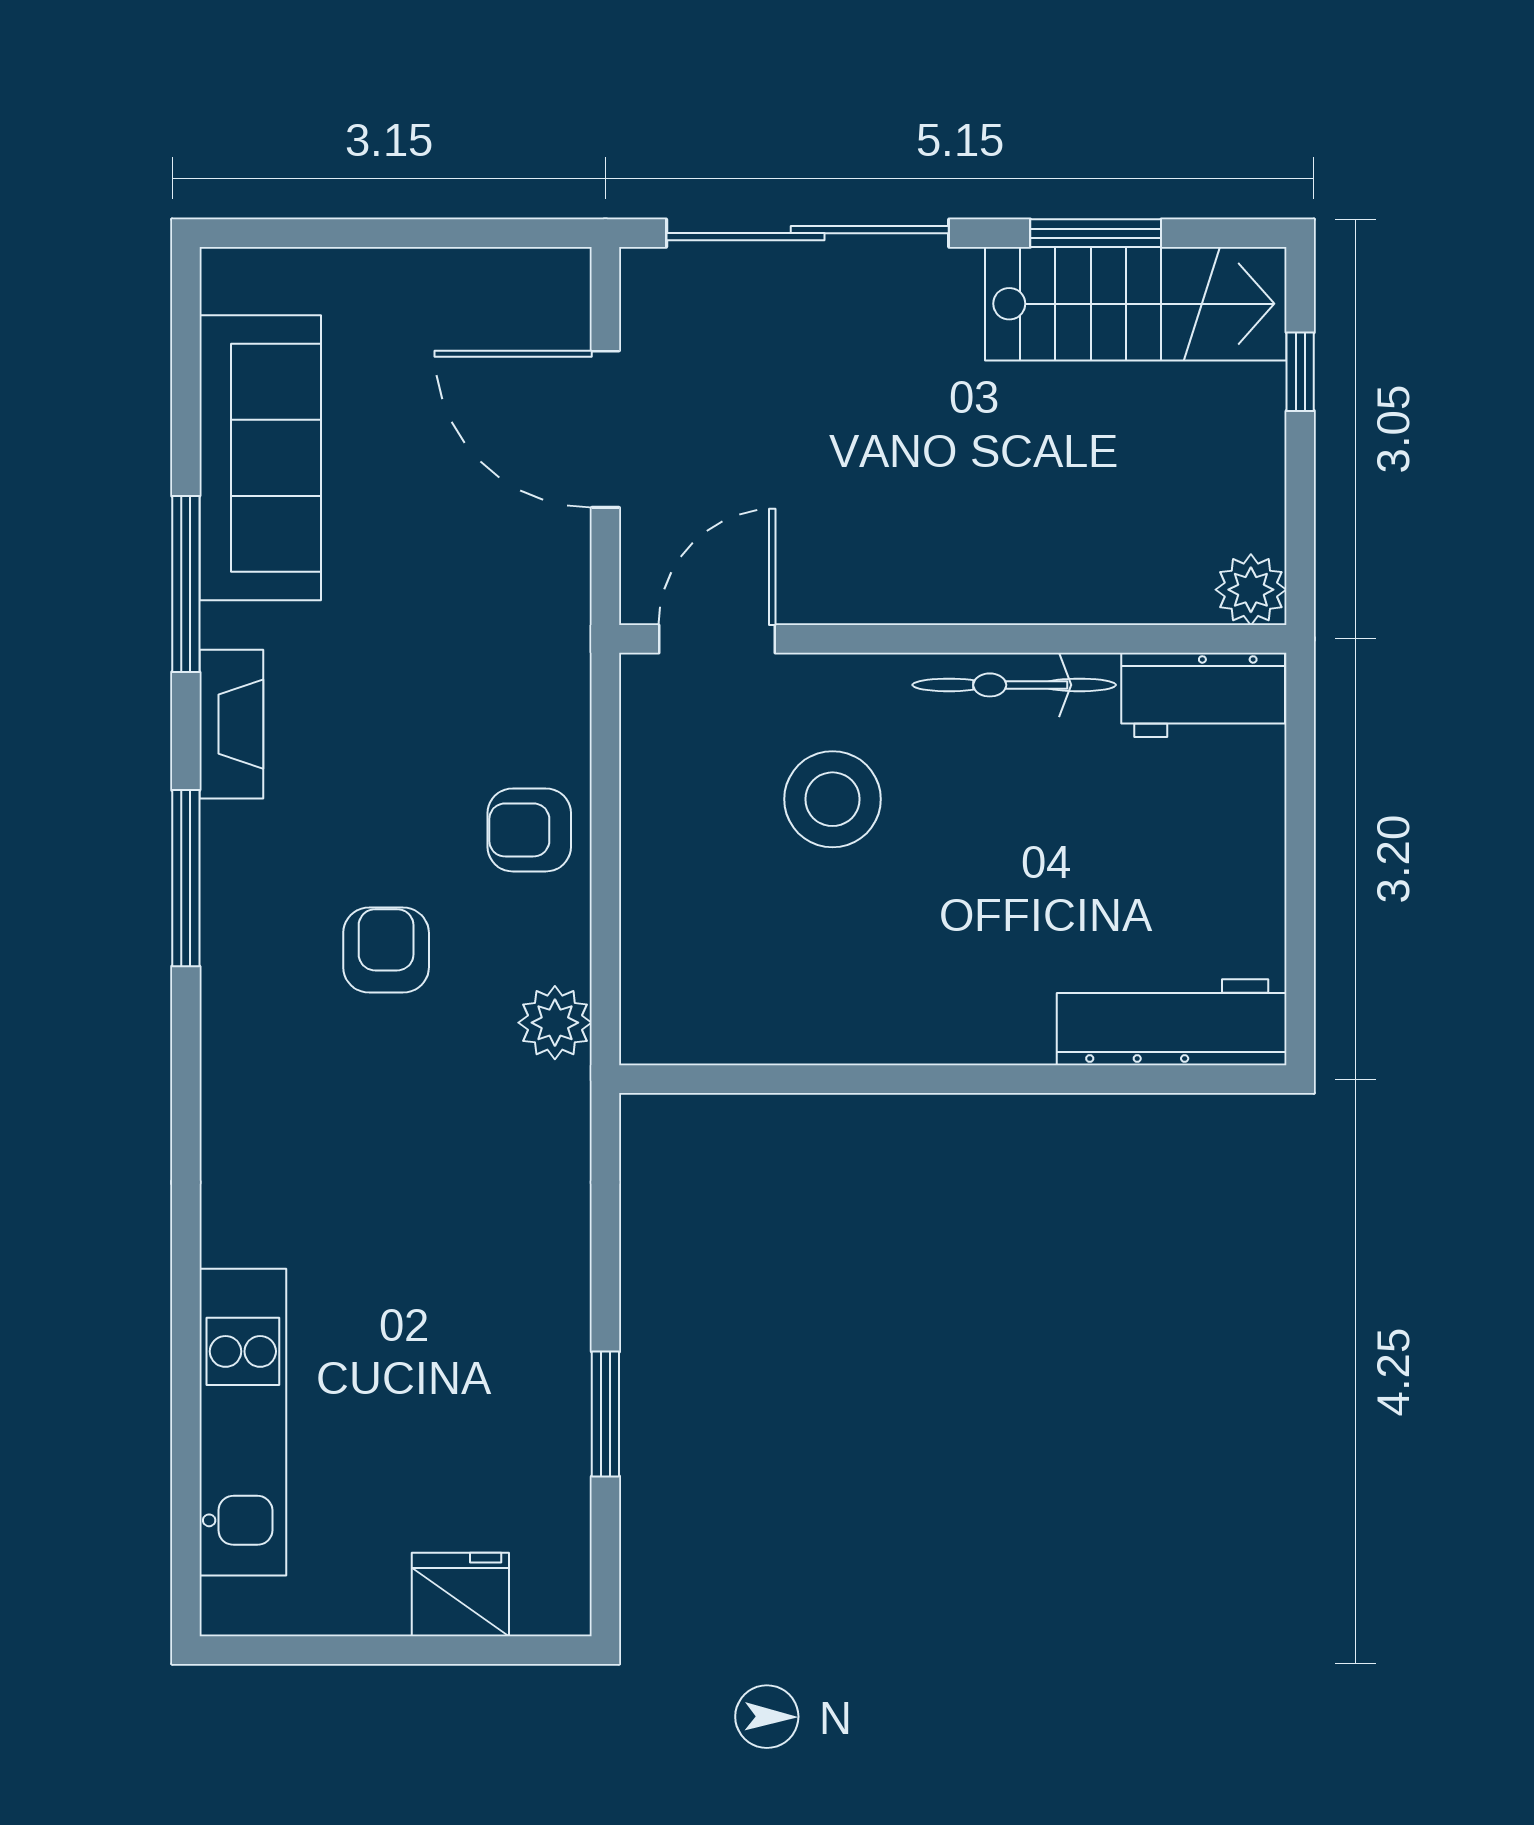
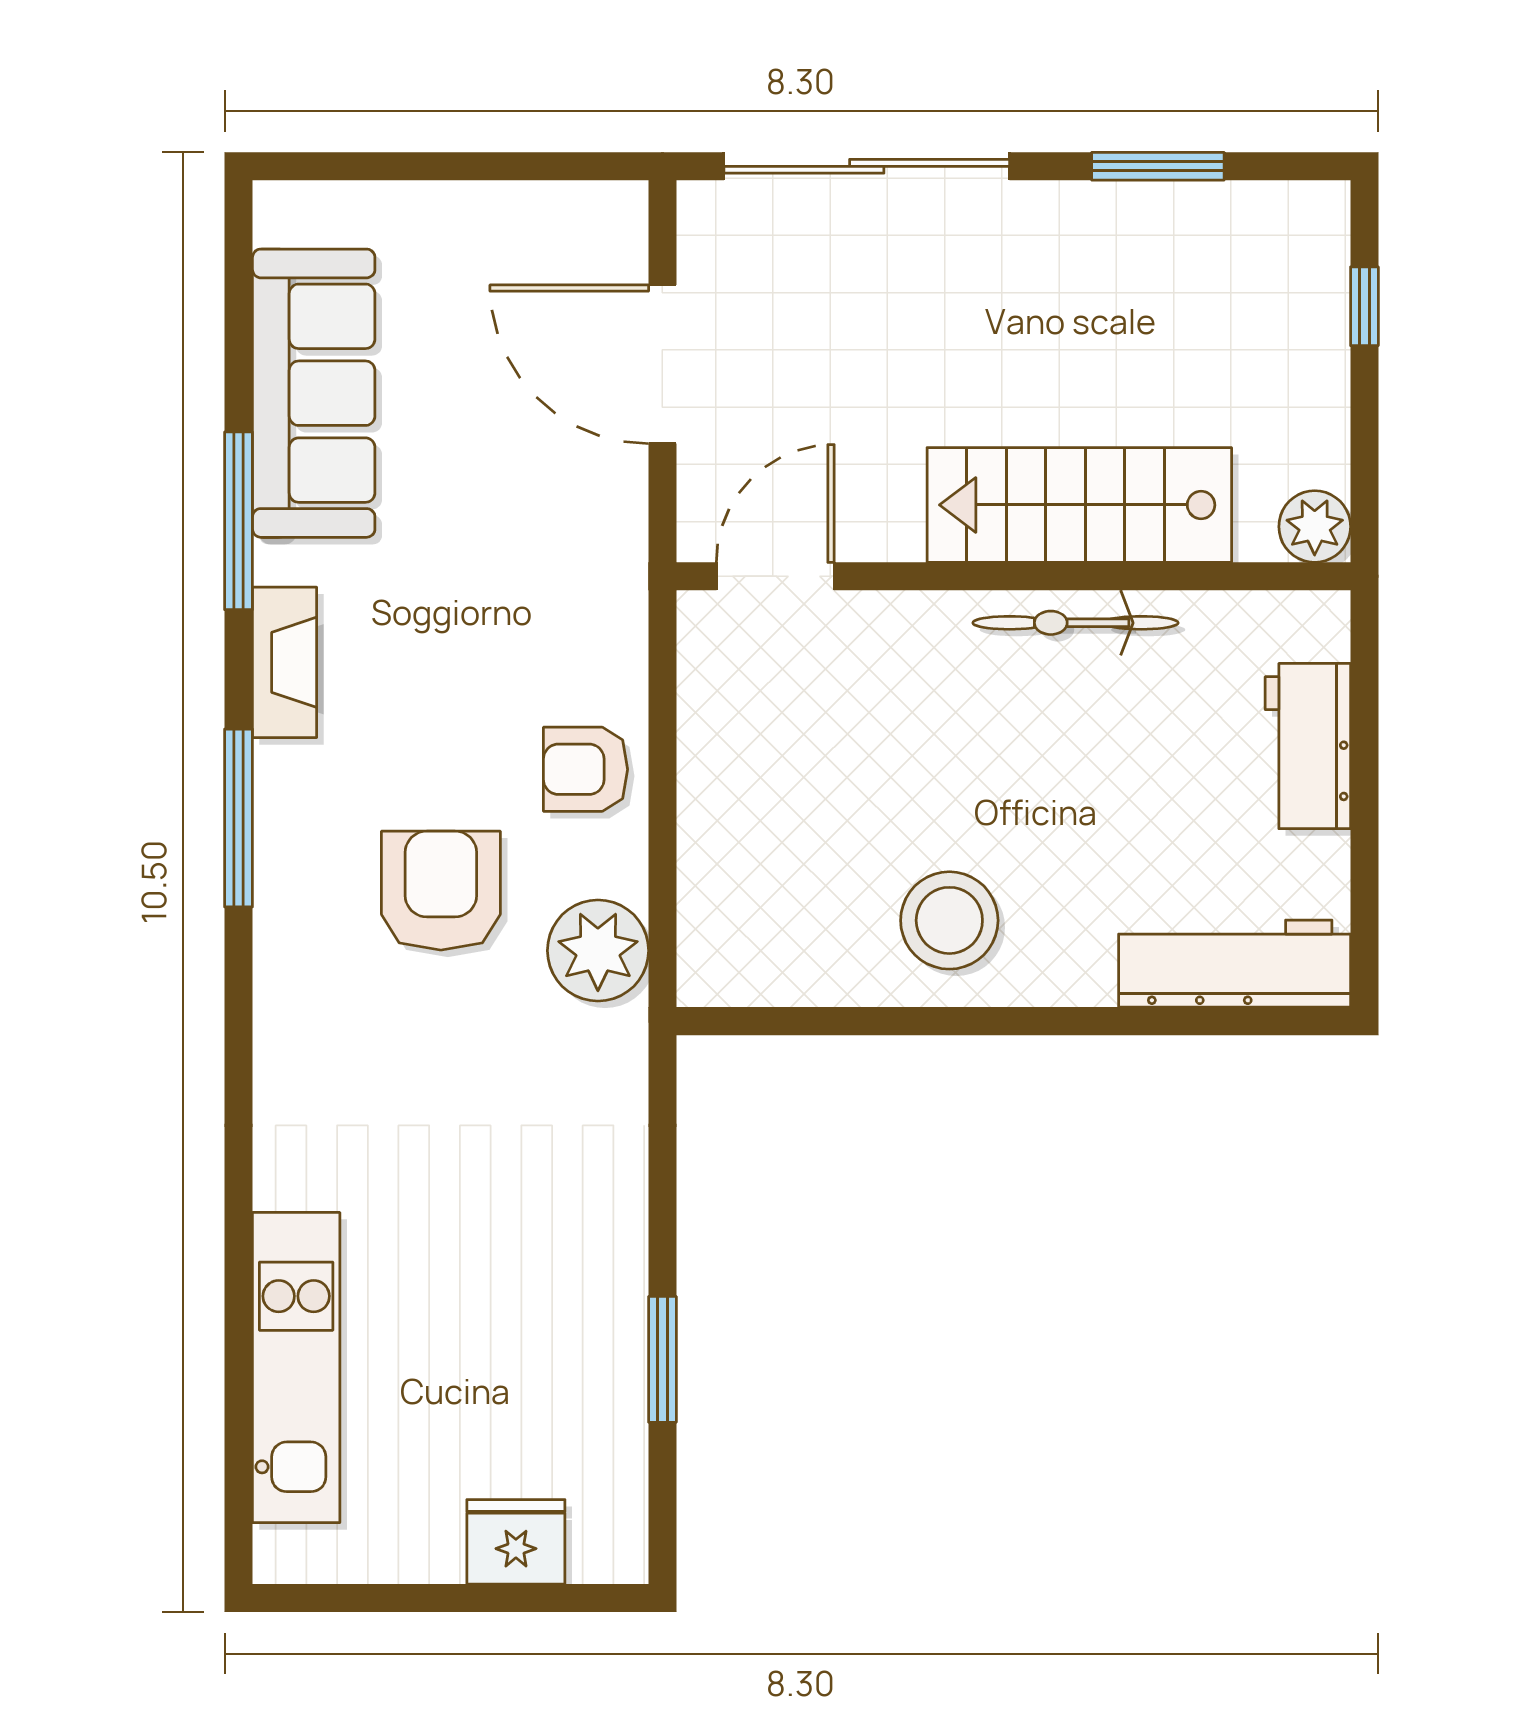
stairs: (1136, 304) -> (1079, 505), moved, turned 180
workbench: (1203, 695) -> (1308, 746), moved, turned 90
stool: (832, 799) -> (949, 920), moved
armchair: (386, 950) -> (441, 891), width x1.38, depth x1.38
plant: (555, 1023) -> (598, 951), width x1.36, depth x1.36

